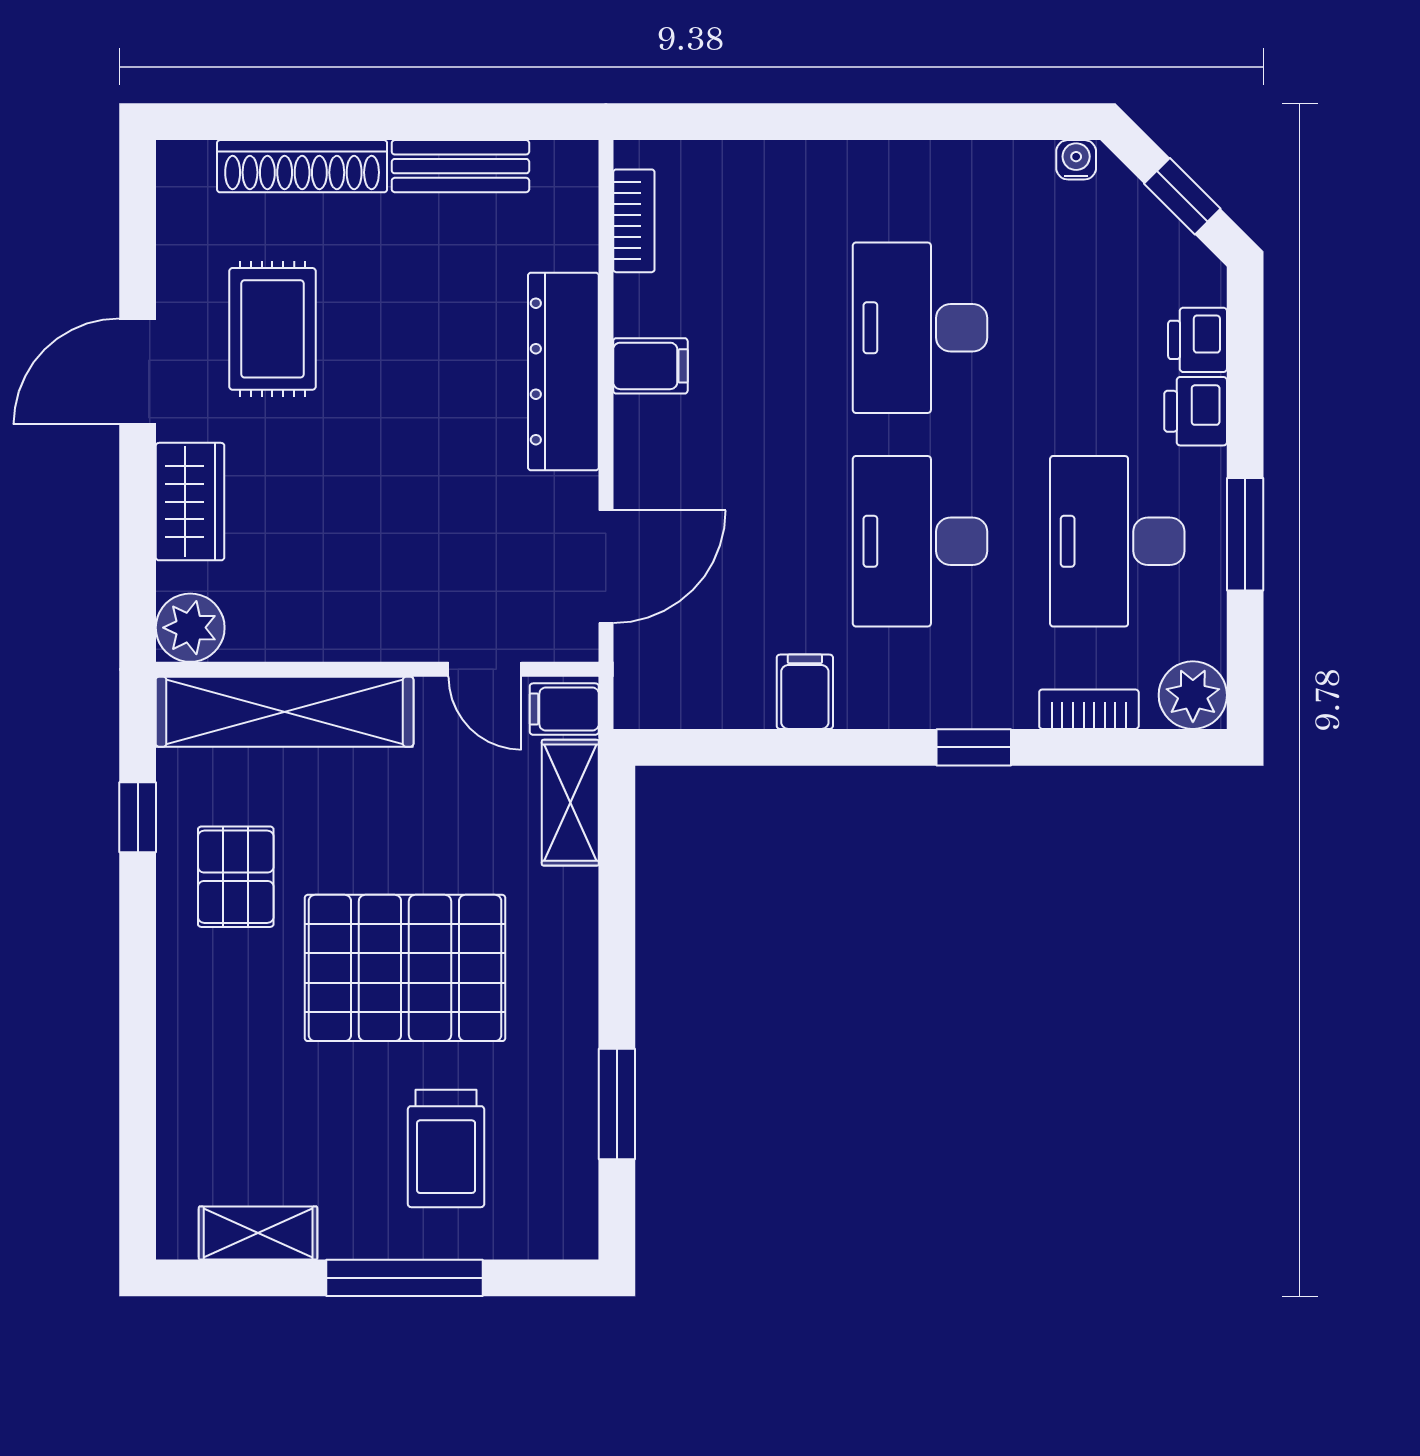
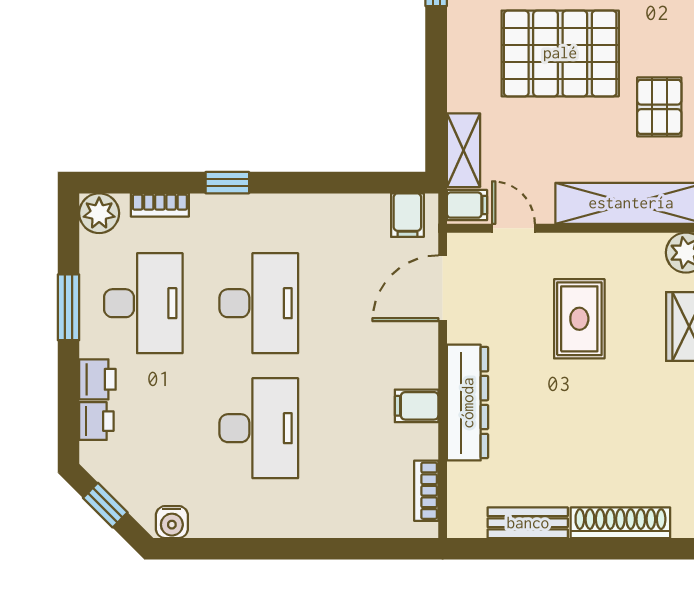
water cooler: (1076, 160) -> (172, 522), width x1.38, depth x1.38
rug: (272, 329) -> (579, 319), moved
filing cabinet: (805, 692) -> (407, 215), moved

